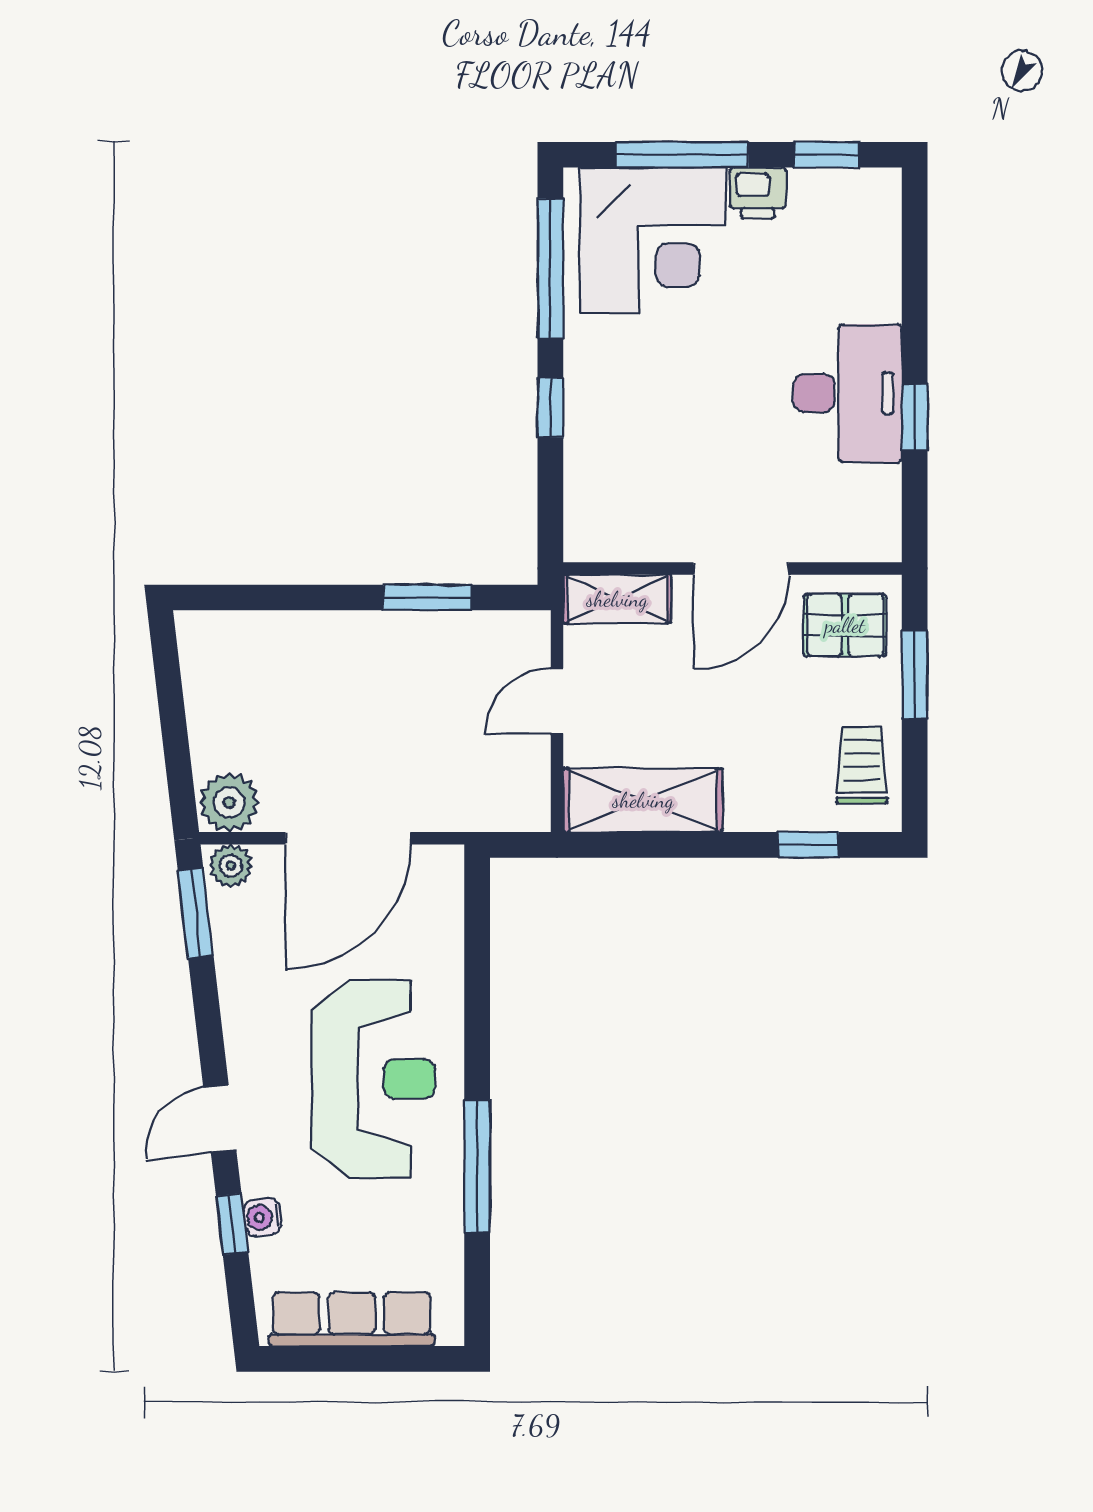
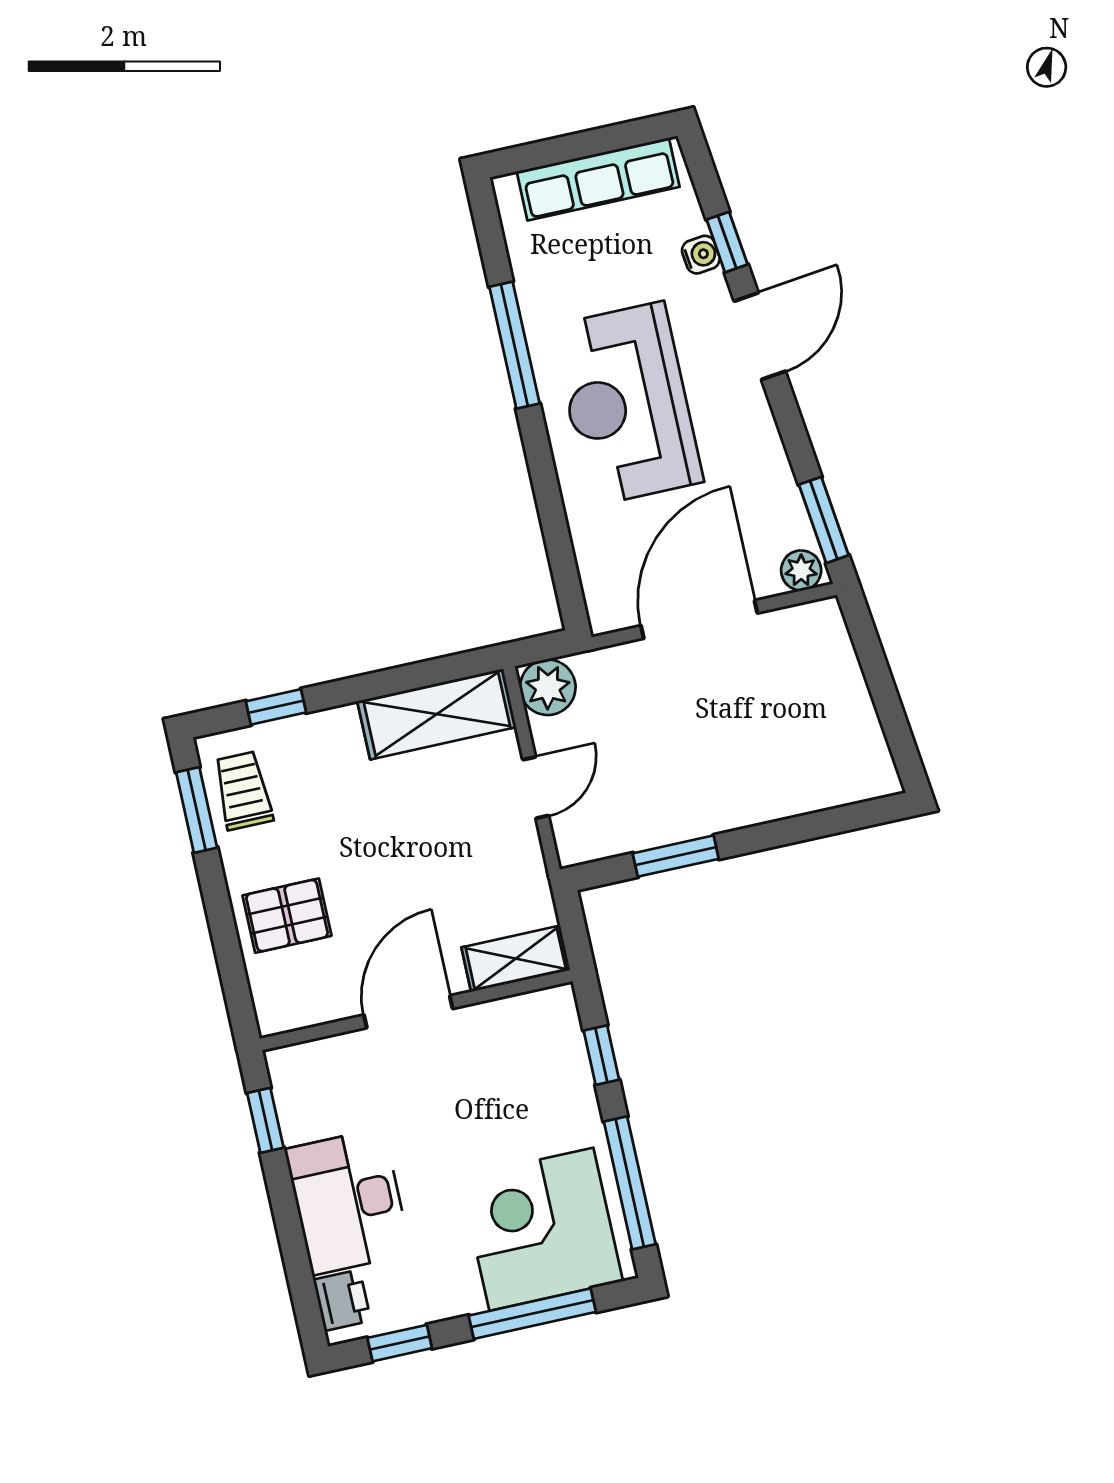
printer: (758, 193) -> (342, 1300), moved, turned 90
desk: (848, 393) -> (348, 1202), moved
wall: (733, 568) -> (416, 1010), moved
door: (741, 568) -> (408, 1012), moved
shelving: (617, 599) -> (516, 959), moved
window: (915, 675) -> (197, 810), moved
trolley: (862, 765) -> (243, 791), turned 180
plant: (229, 802) -> (548, 687), moved
door: (220, 1119) -> (760, 336), width x1.38

